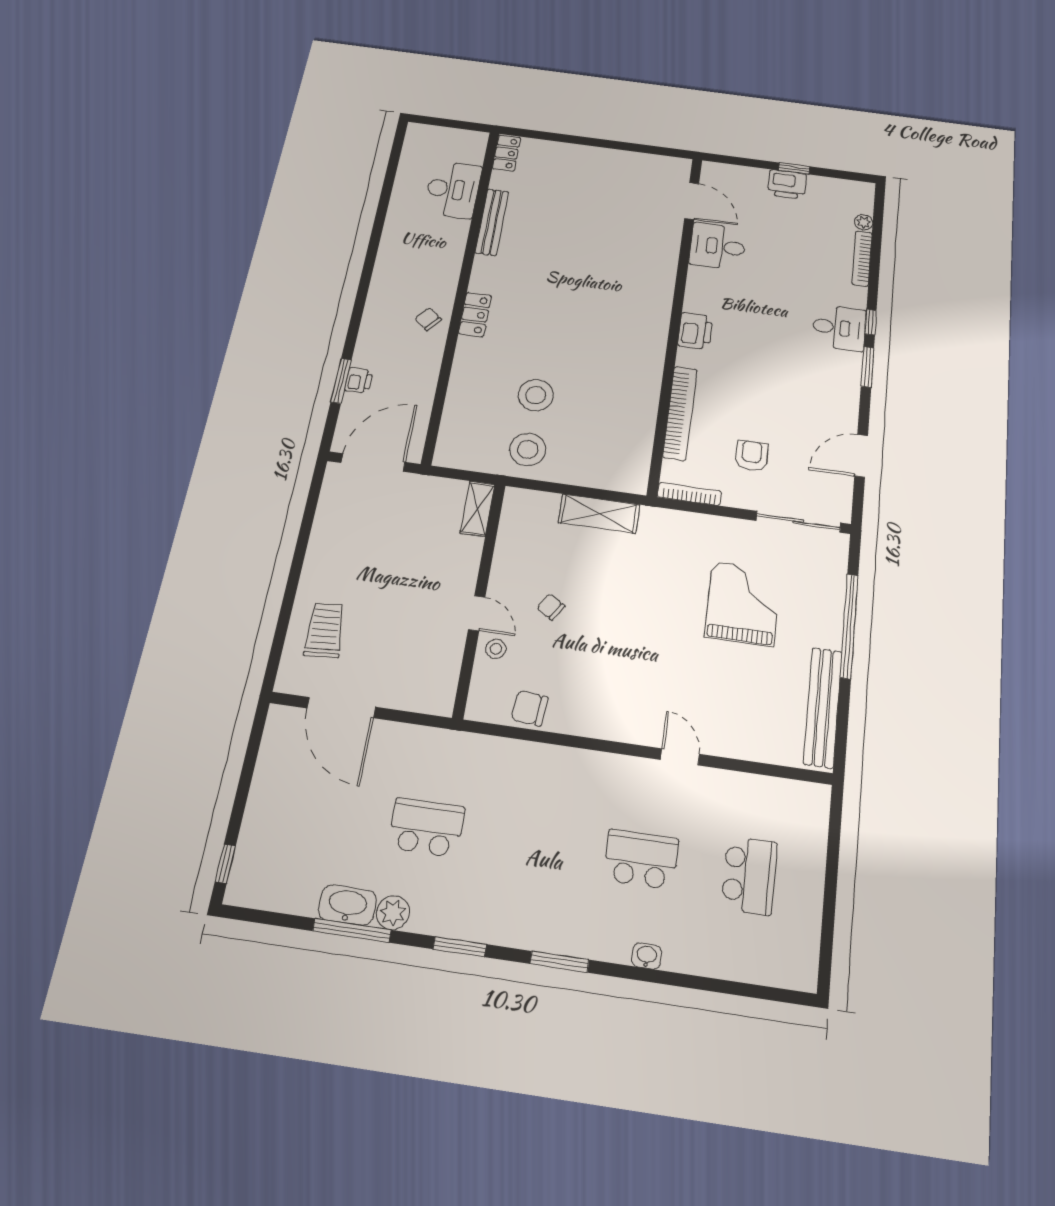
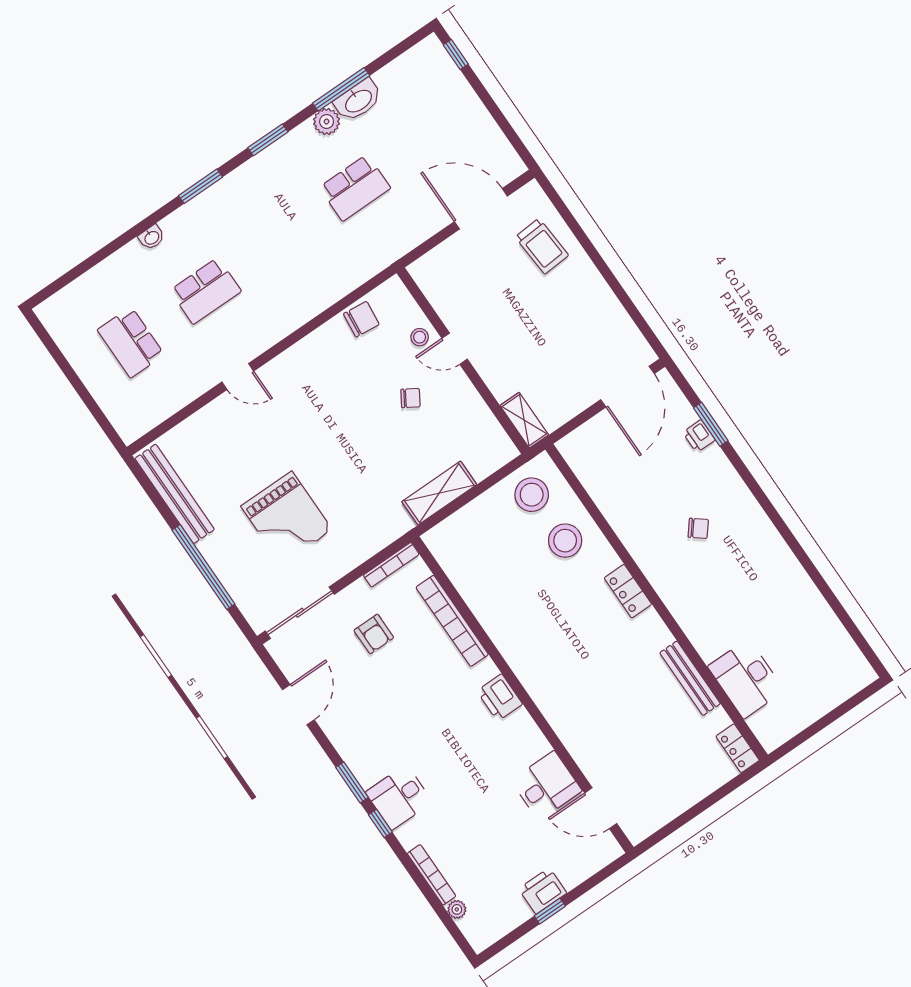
locker: (506, 153) -> (738, 748), moved
desk: (453, 190) -> (746, 679), moved
bench: (492, 222) -> (690, 678), moved
wall: (462, 290) -> (656, 602), moved
locker: (475, 315) -> (628, 591), moved

